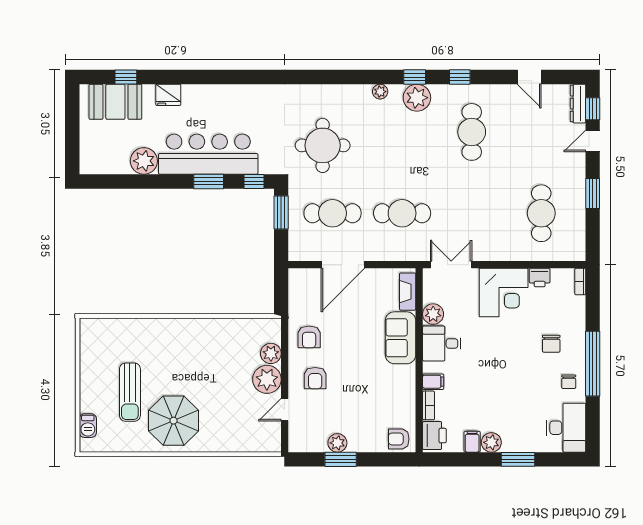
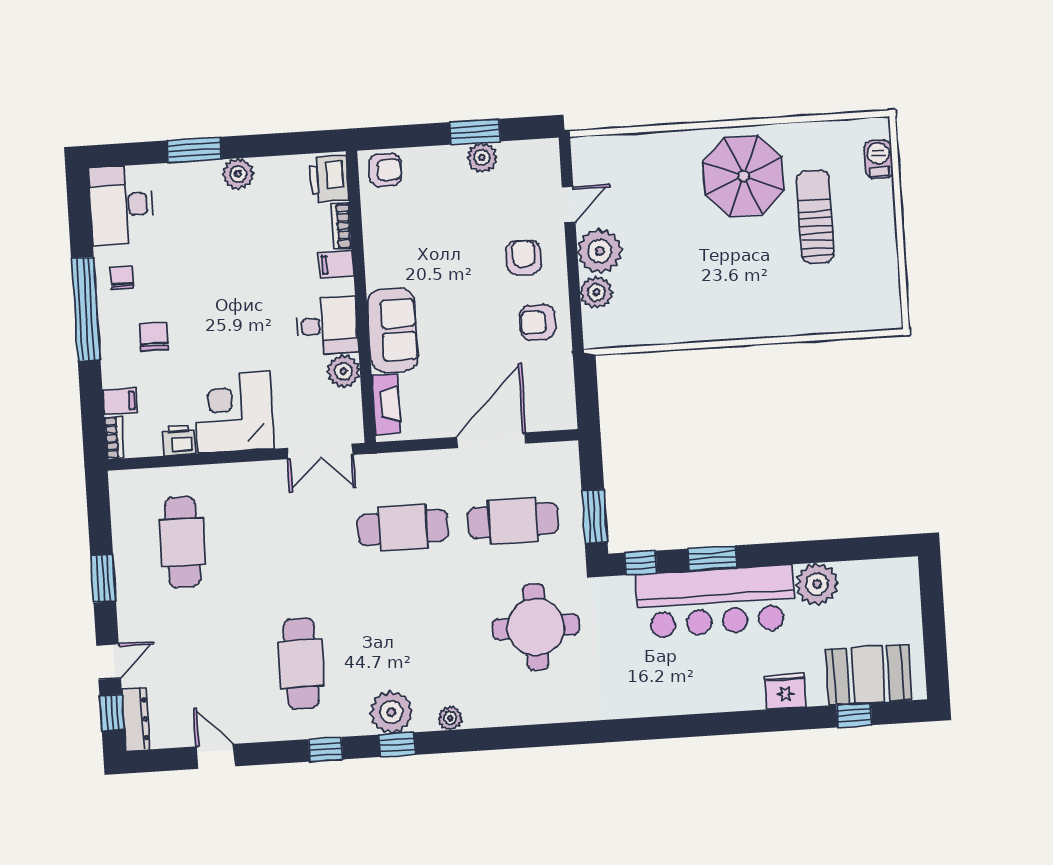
armchair: (309, 337) -> (537, 322), turned -90
filing cabinet: (472, 442) -> (120, 401), moved, turned -90

